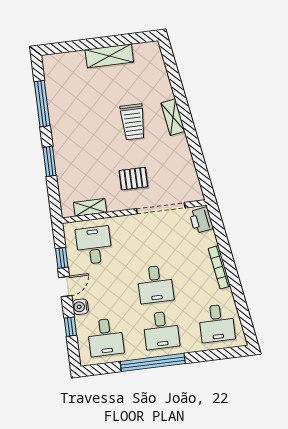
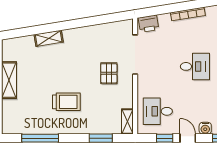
shelving: (173, 117) -> (49, 38), moved
trolley: (133, 122) -> (66, 102), moved
window: (50, 161) -> (101, 138), moved
shelving: (90, 207) -> (127, 122), moved

